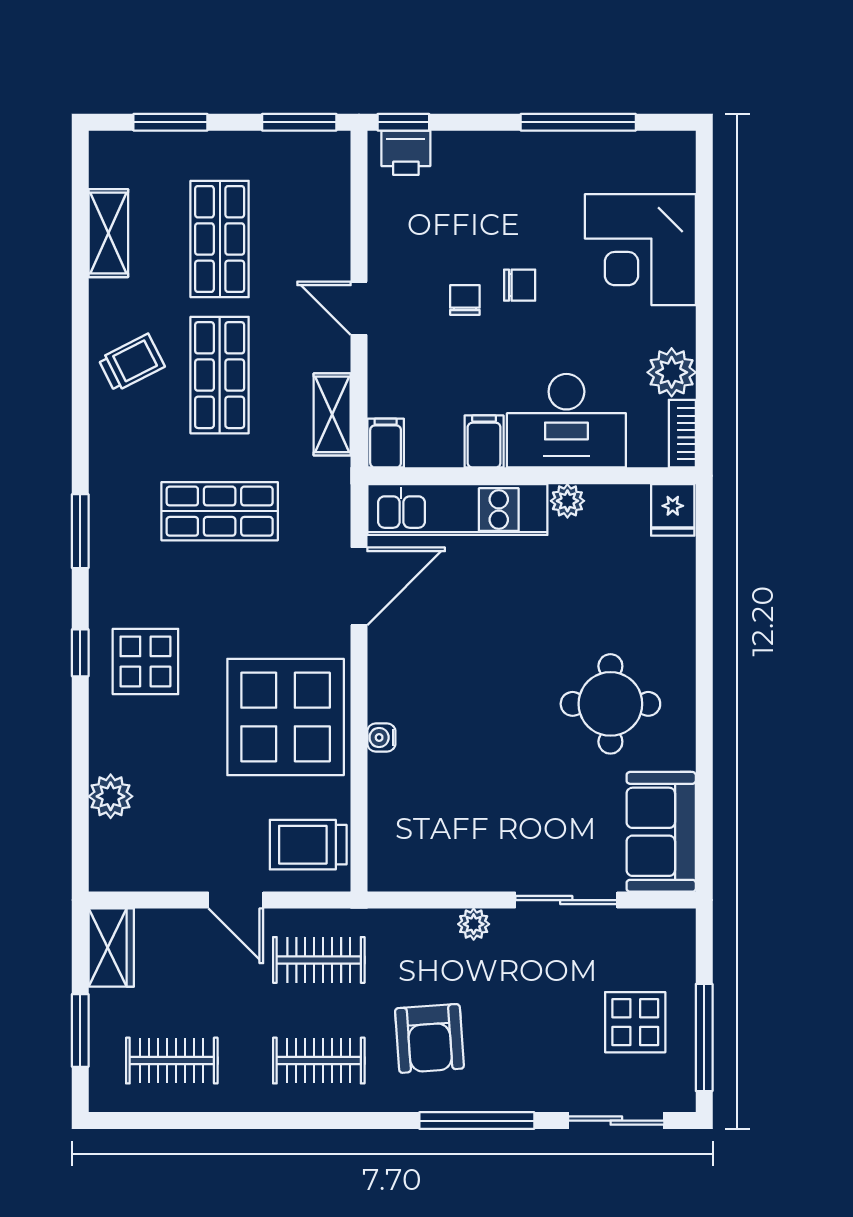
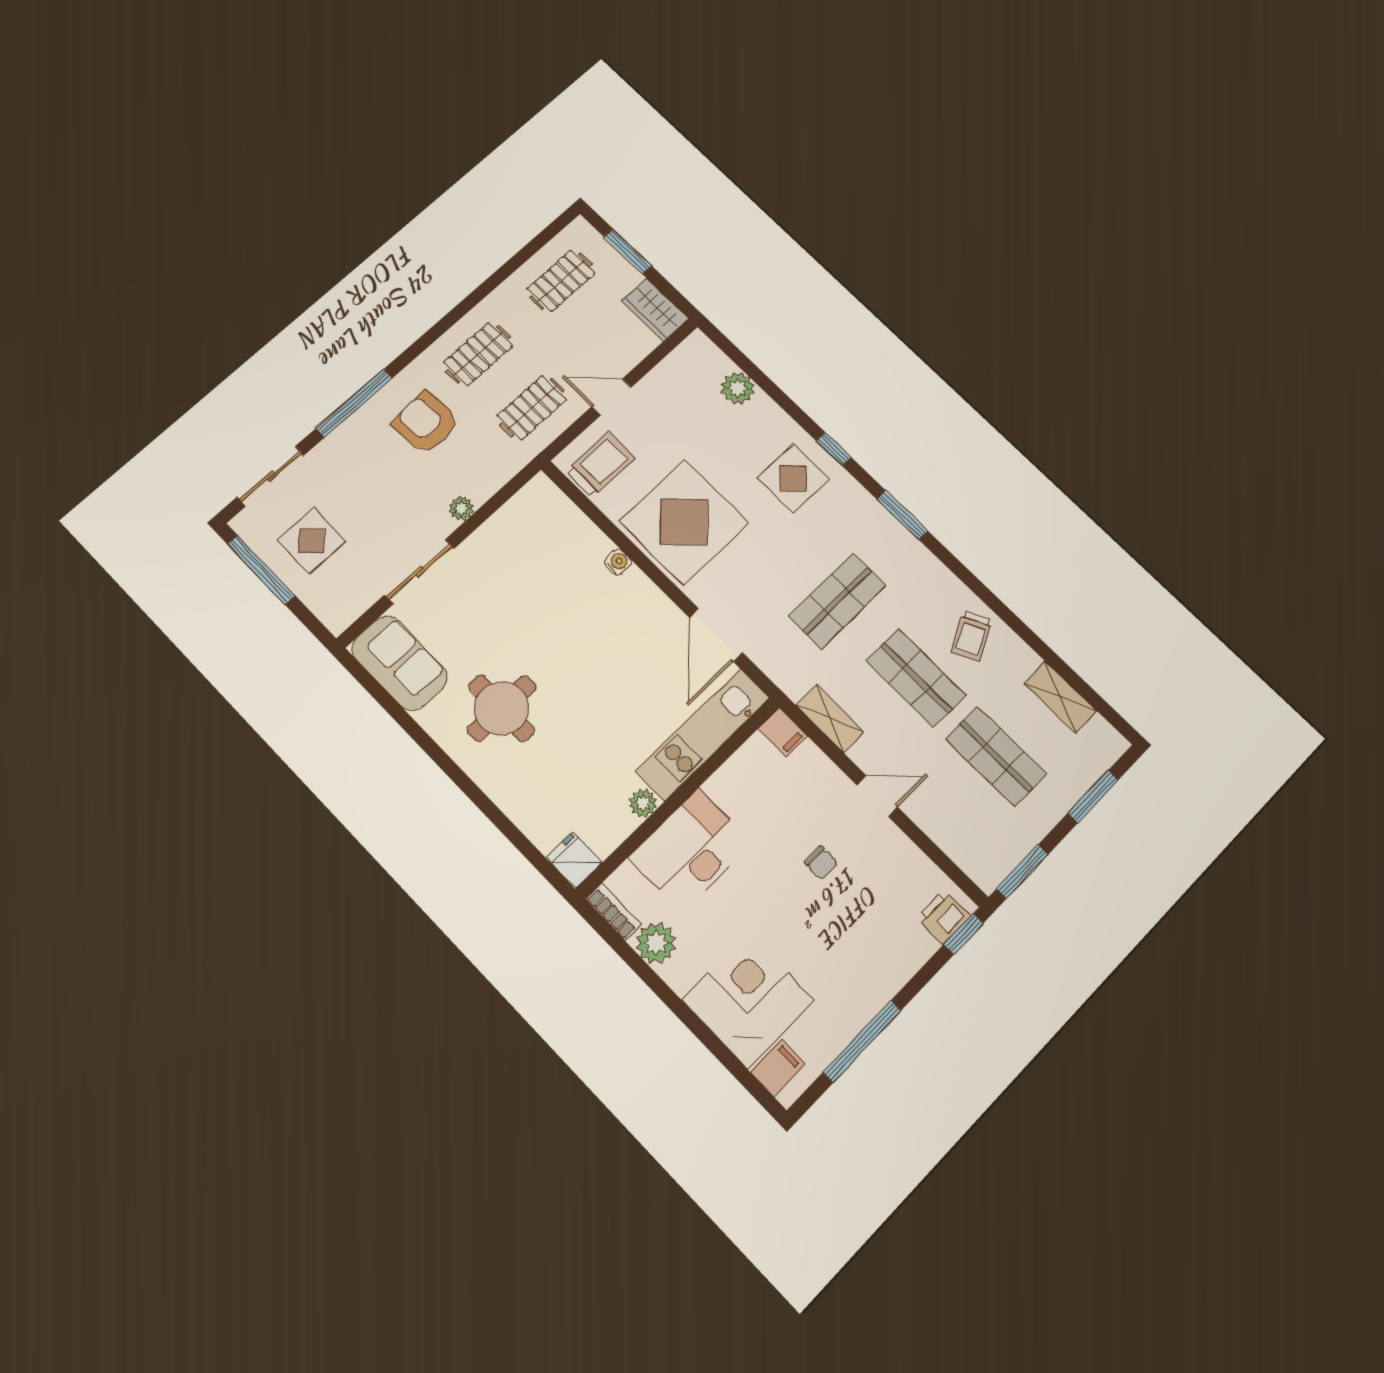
chair: (520, 285) -> (798, 905), removed
filing cabinet: (484, 441) -> (778, 1068), moved, turned -90

